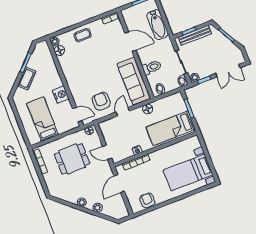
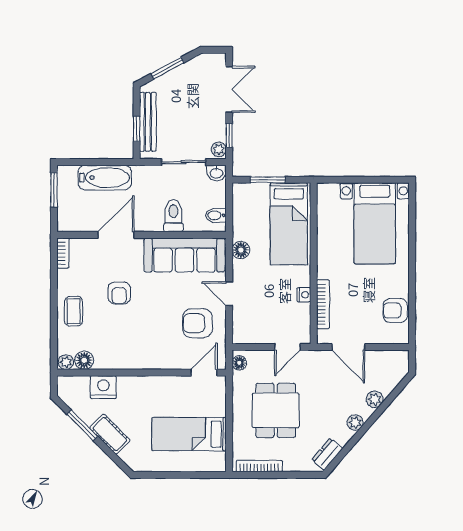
armchair: (101, 55) -> (119, 293), added
nightstand: (61, 94) -> (103, 387), moved
dresser: (60, 194) -> (327, 454), added

